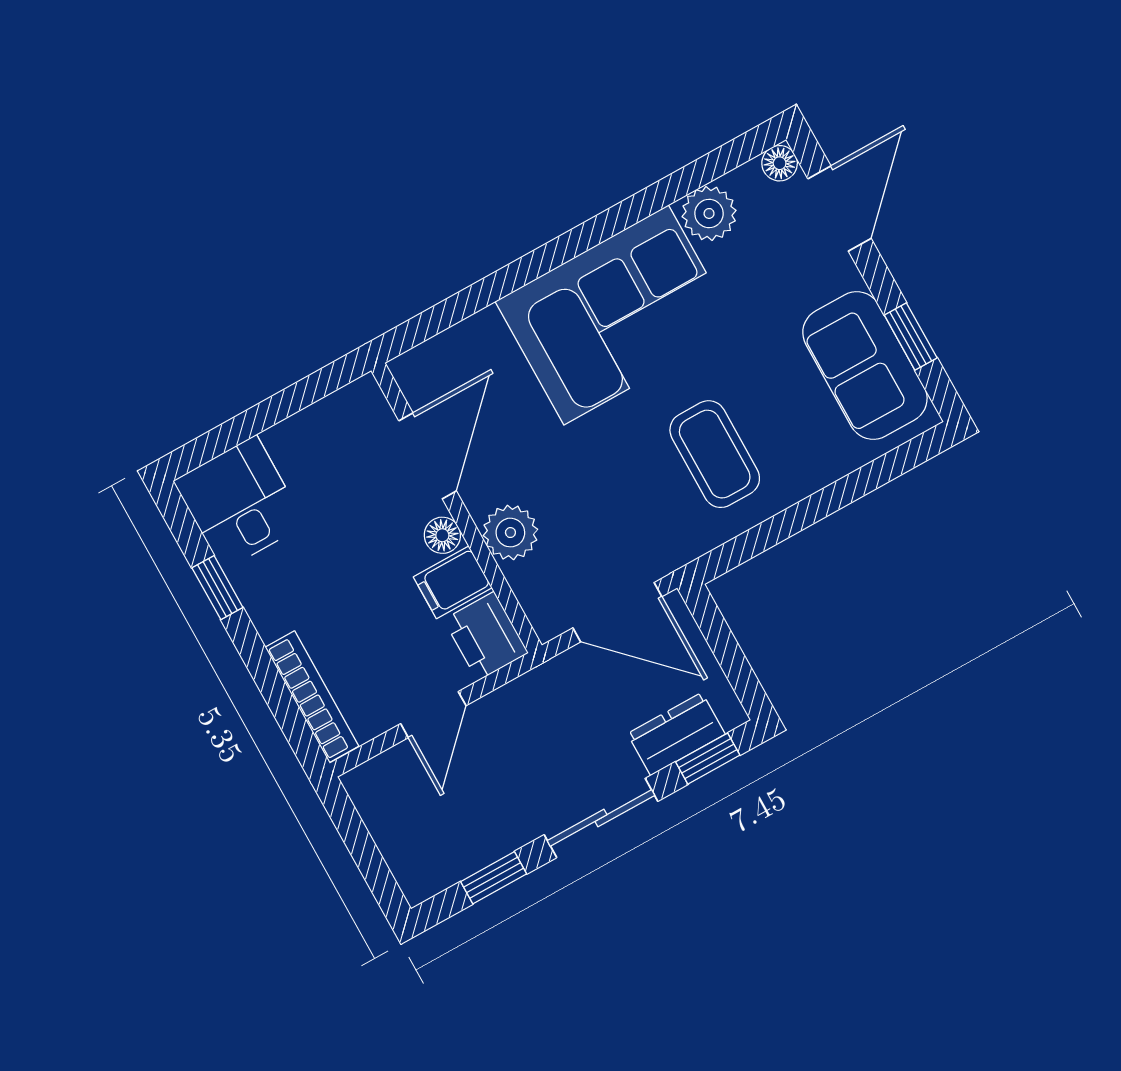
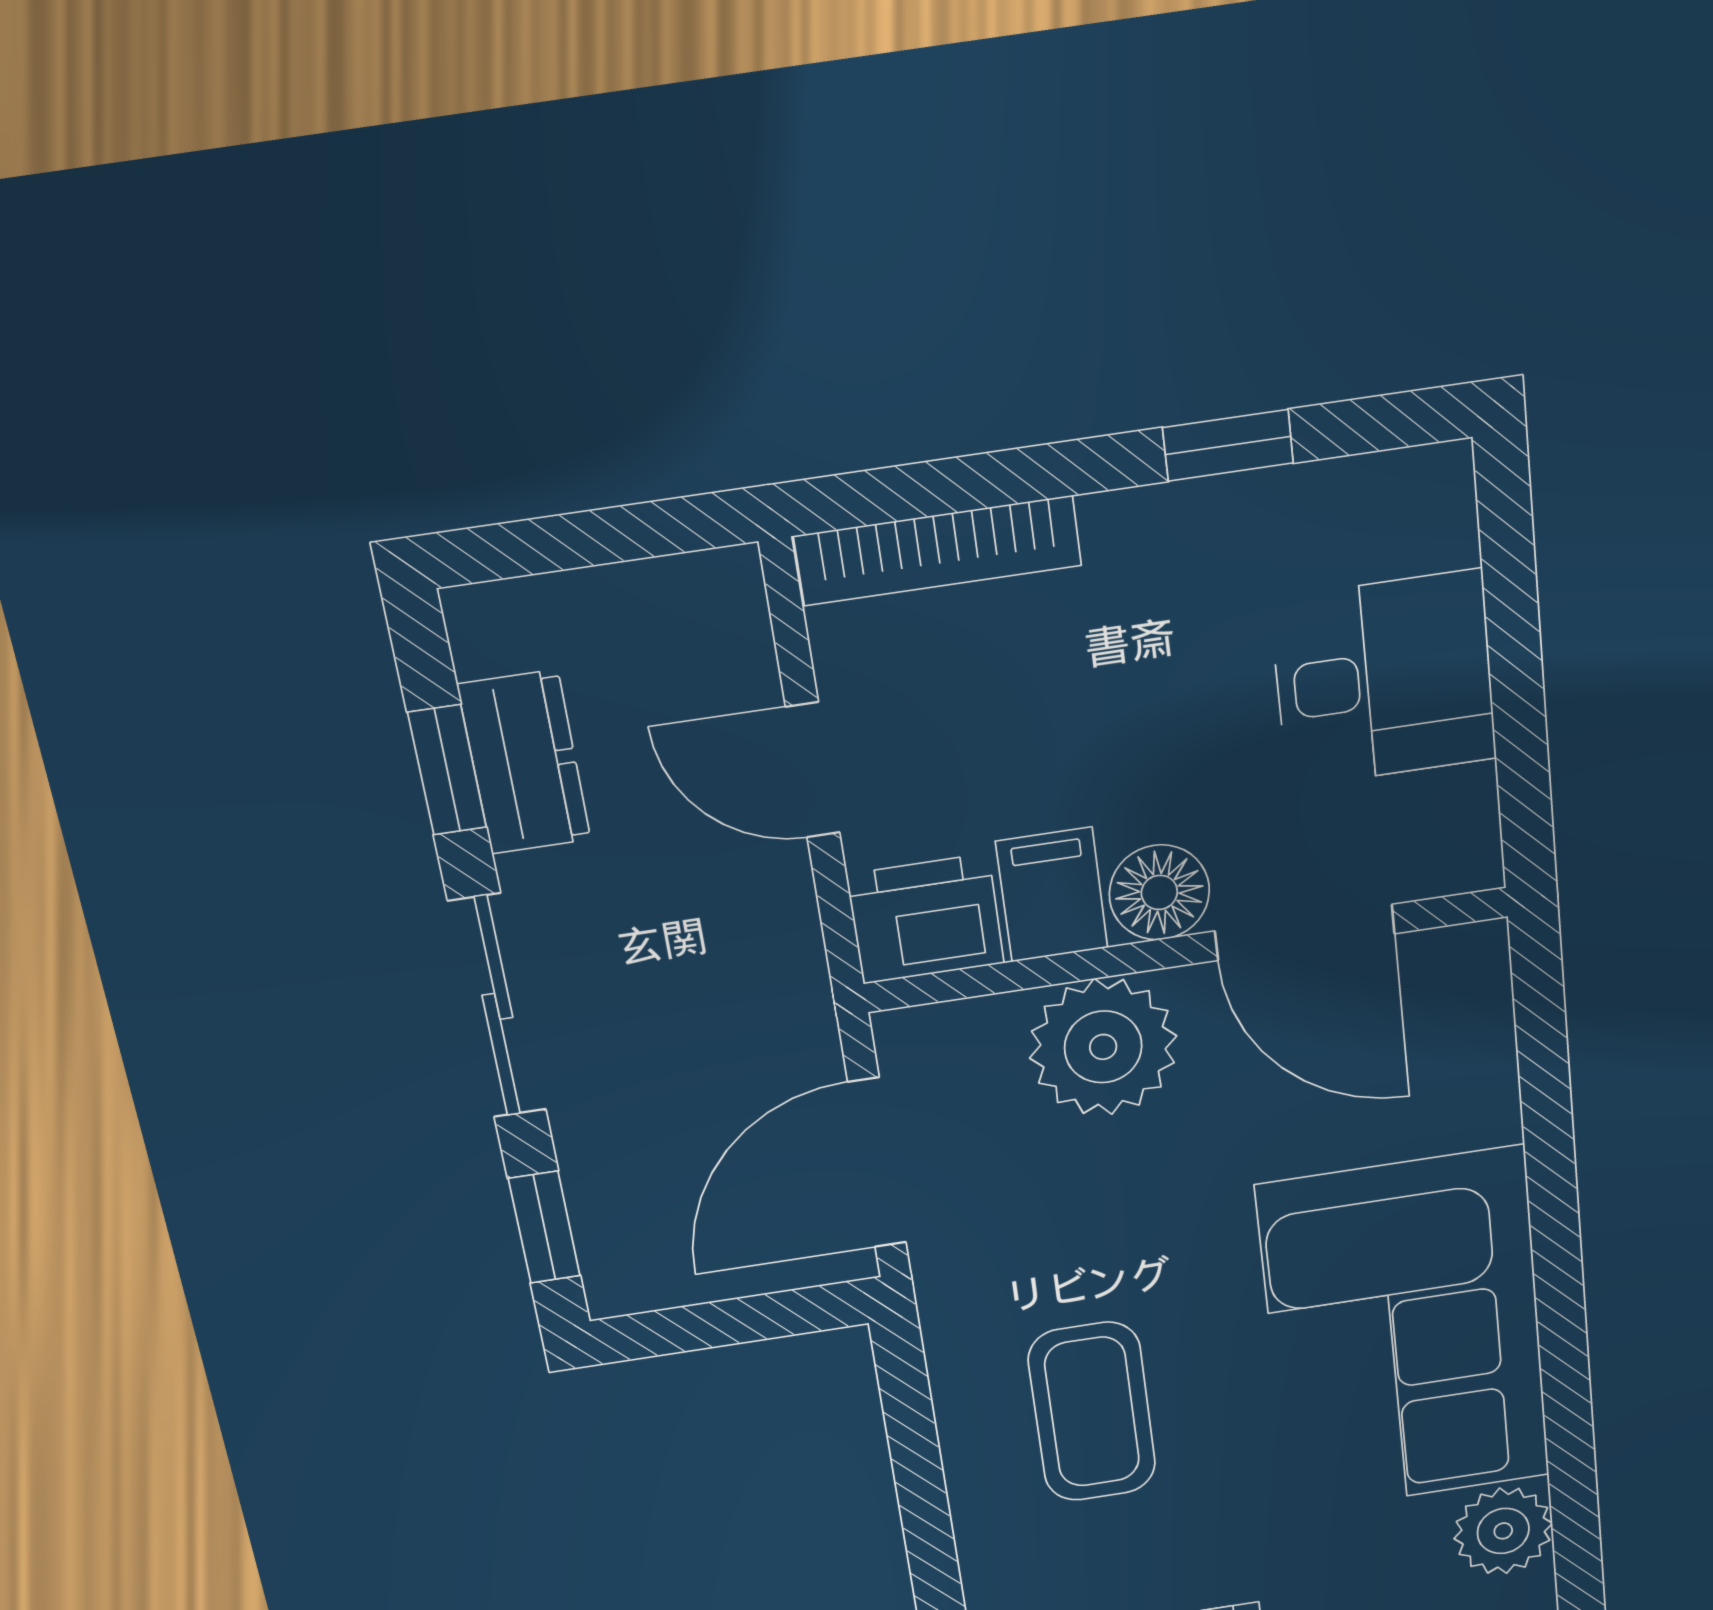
coffee table: (715, 454) -> (1092, 1412), turned 90
desk: (240, 503) -> (1384, 679), moved
plant: (510, 533) -> (1103, 1047), width x1.36, depth x1.36
floor lamp: (442, 535) -> (1159, 892), width x1.37, depth x1.37
dresser: (676, 734) -> (524, 762), moved

